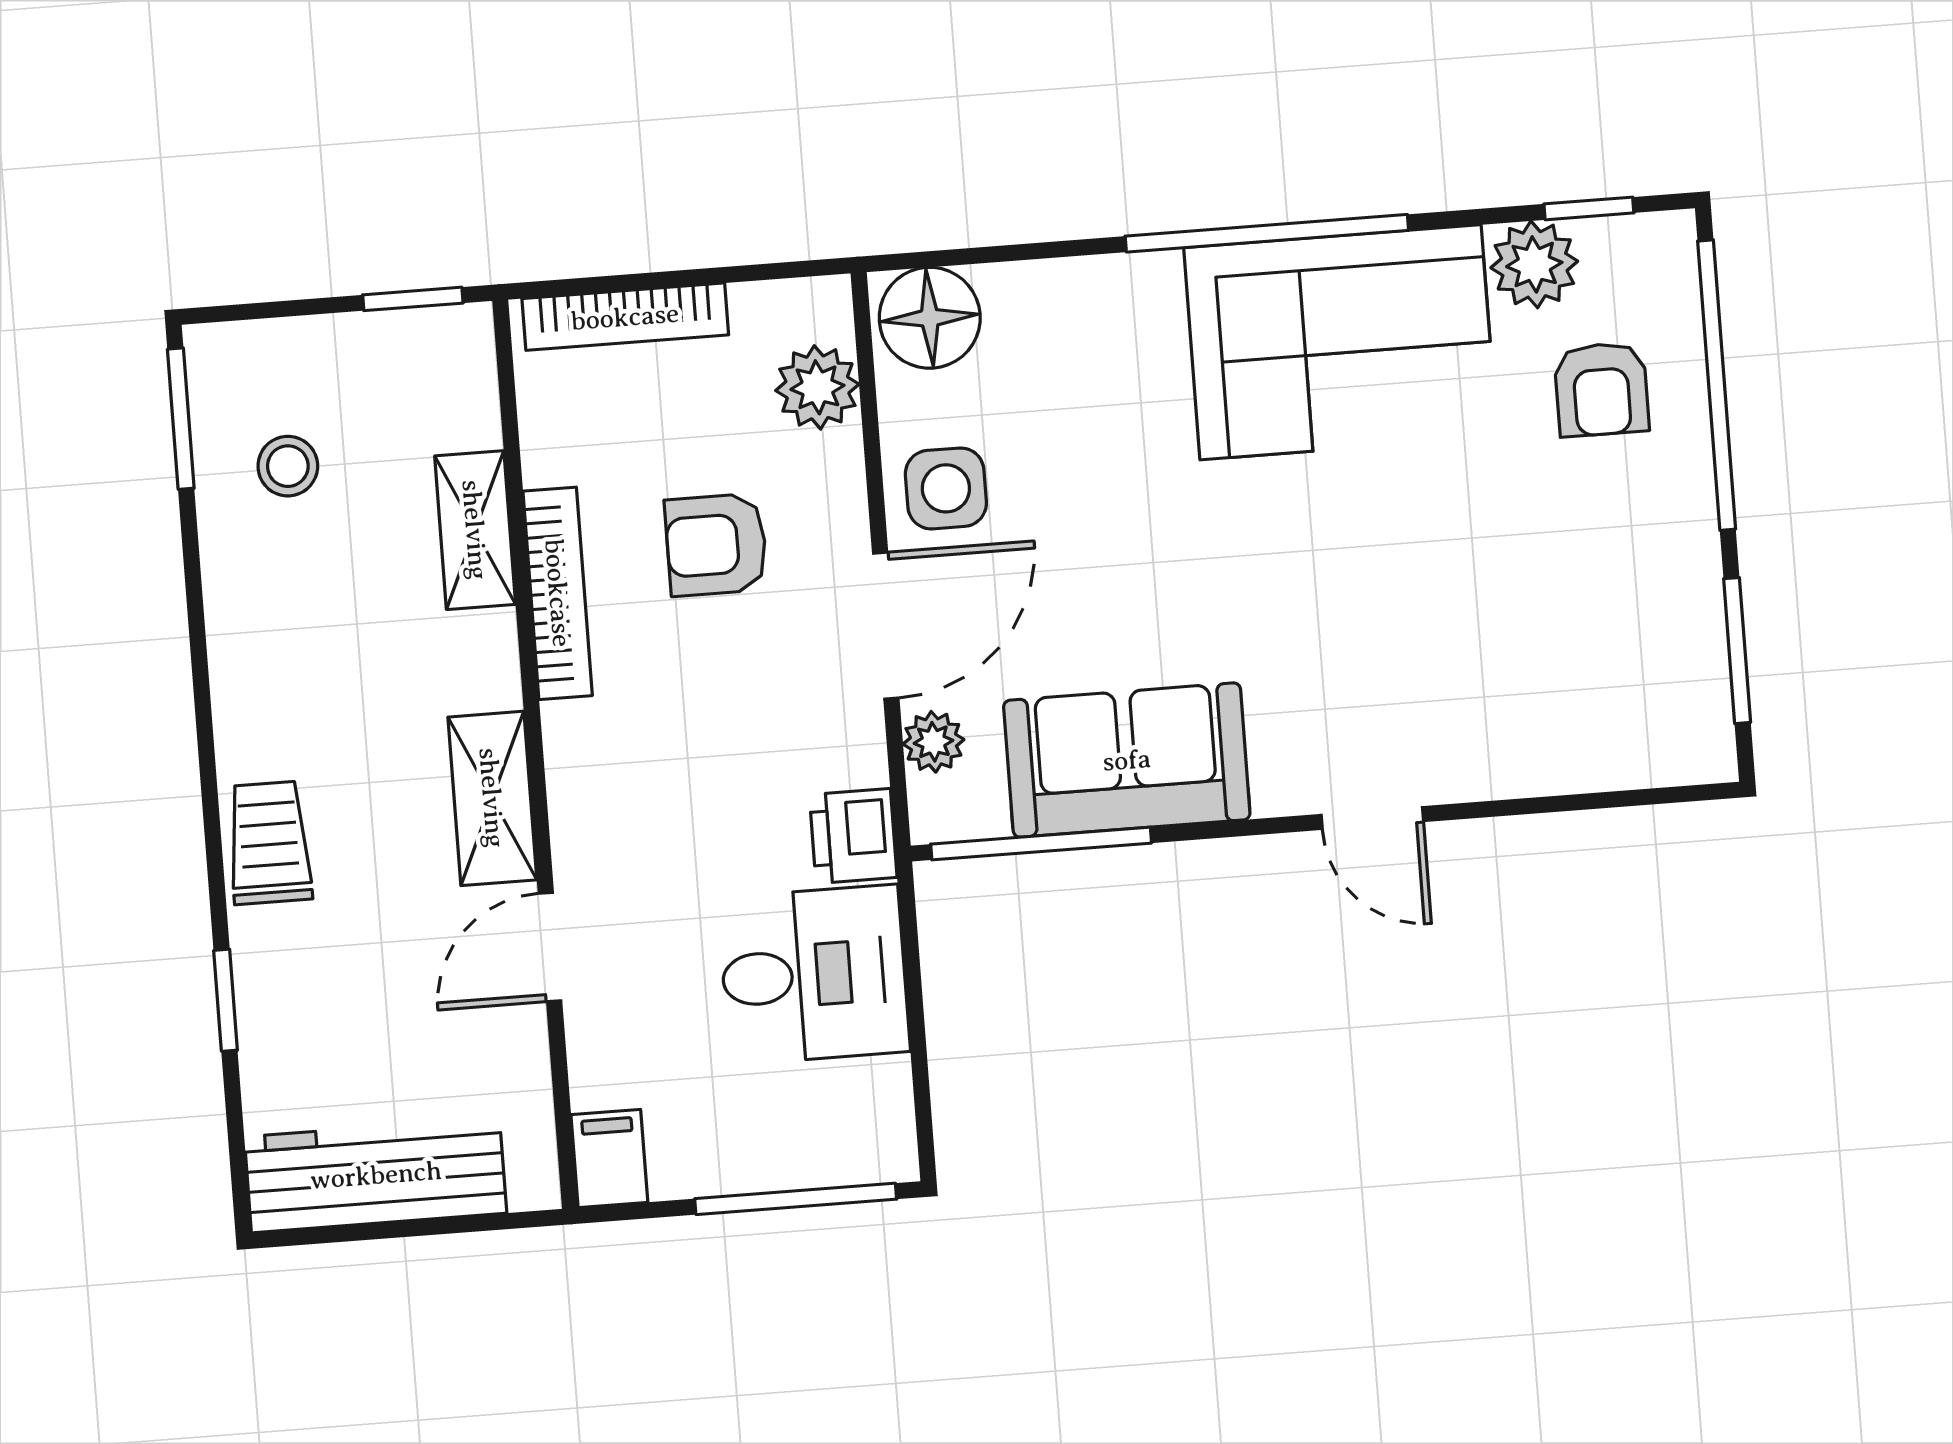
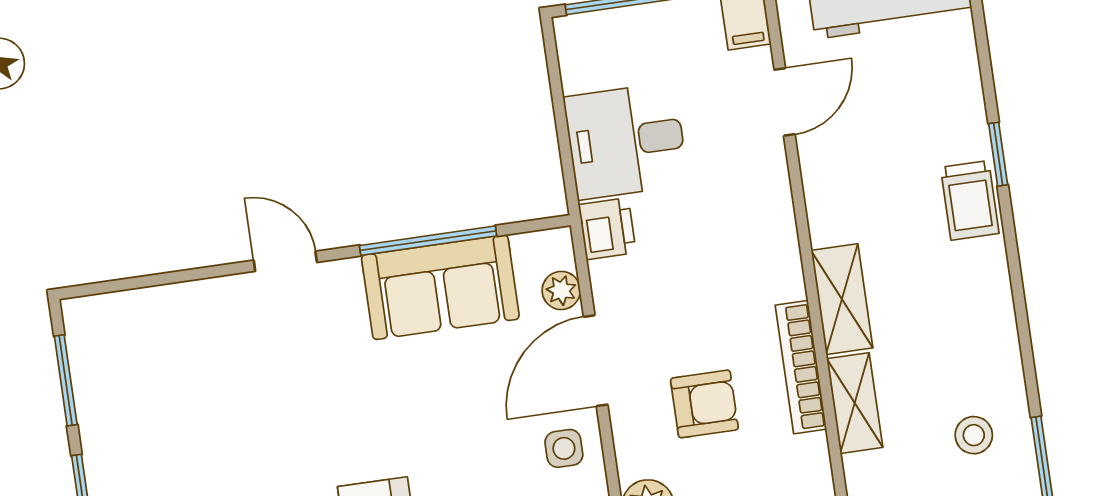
side table: (946, 488) -> (564, 448), width x0.73, depth x0.73
shelving: (492, 798) -> (842, 299), moved
window: (1041, 844) -> (428, 241), moved
door: (550, 947) -> (785, 102), moved
window: (226, 1000) -> (998, 154), moved

